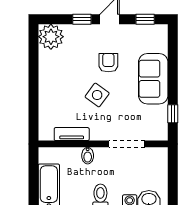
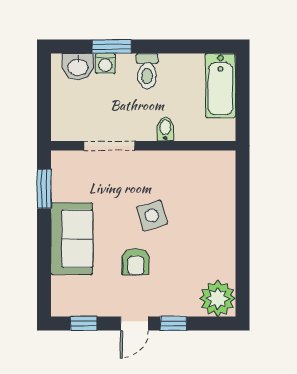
side table: (97, 95) -> (152, 216), turned 38
window: (173, 114) -> (44, 189), width x1.50
tv unit: (72, 134) -> (188, 160), removed

